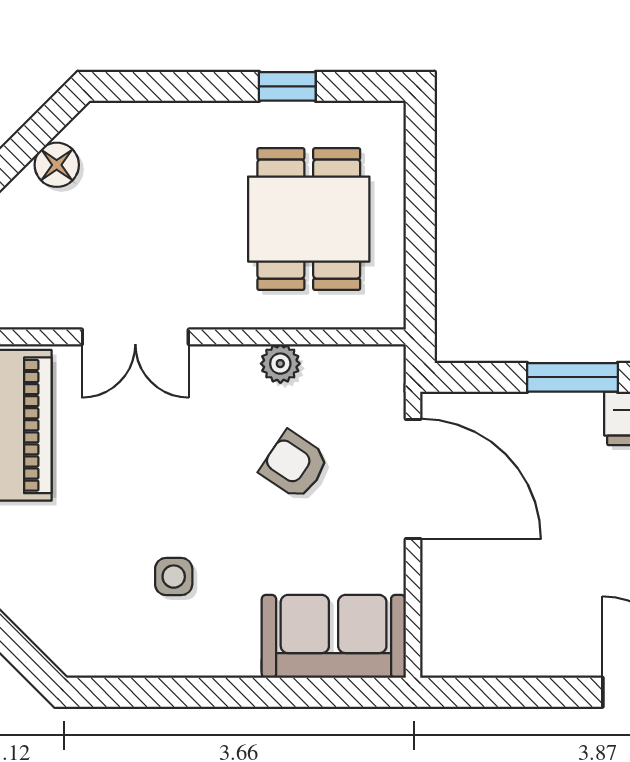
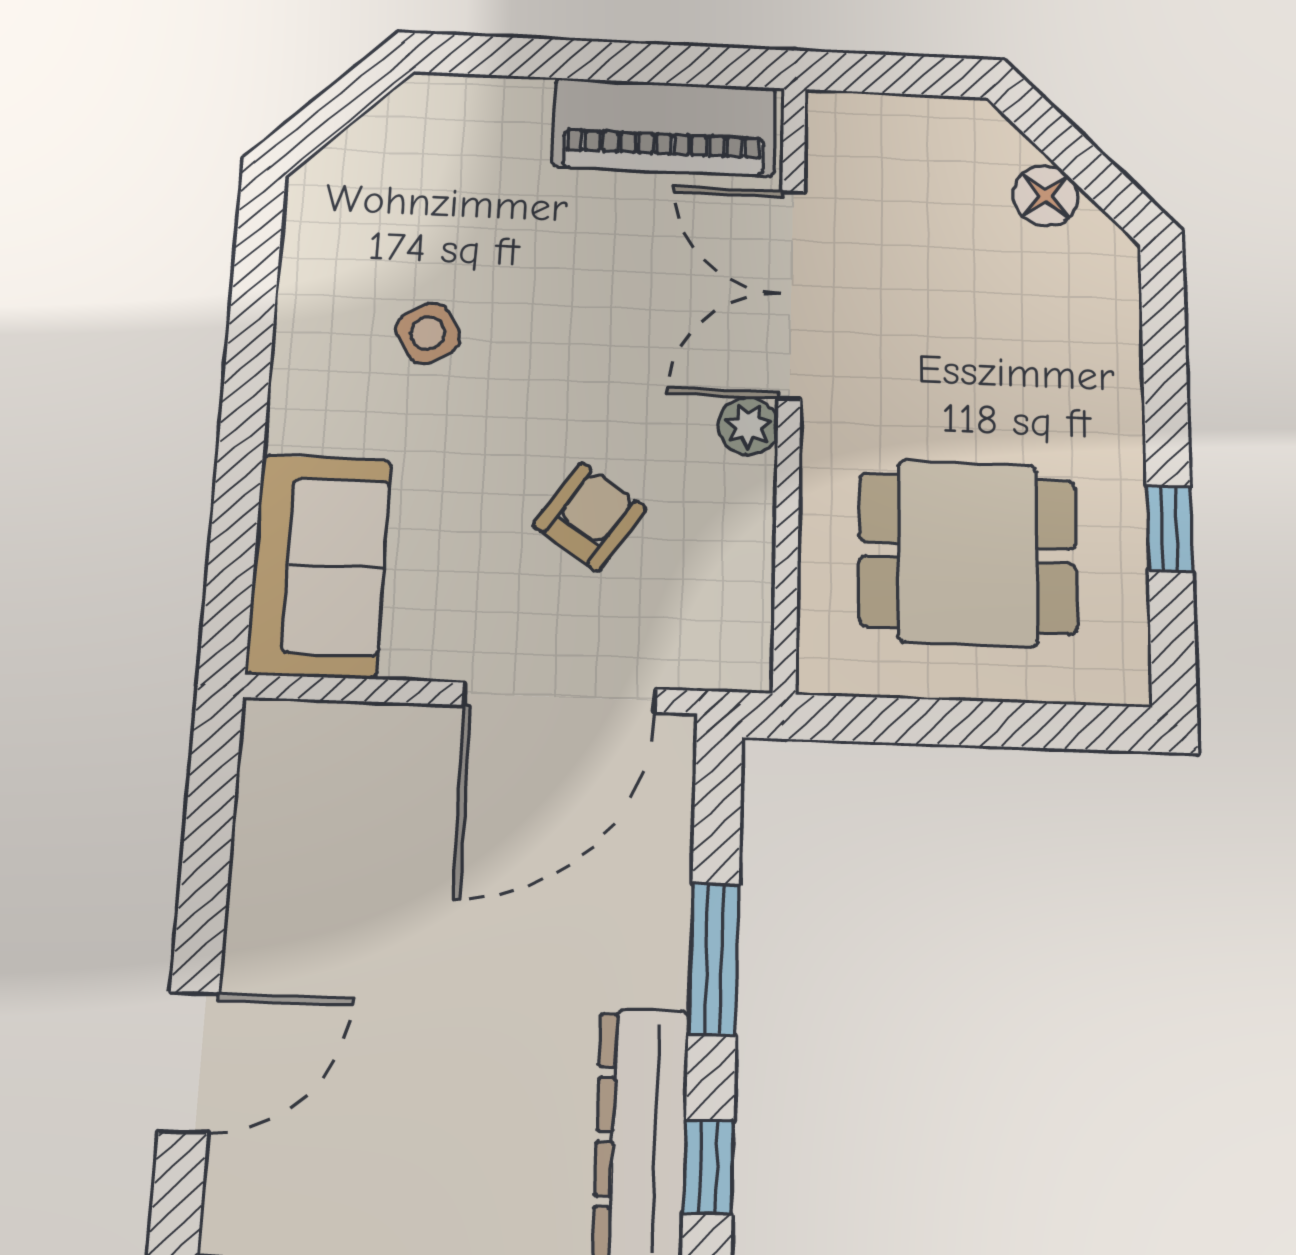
double door: (135, 337) -> (791, 294), width x1.37
plant: (280, 364) -> (748, 426), moved
side table: (174, 577) -> (428, 333), turned -30

